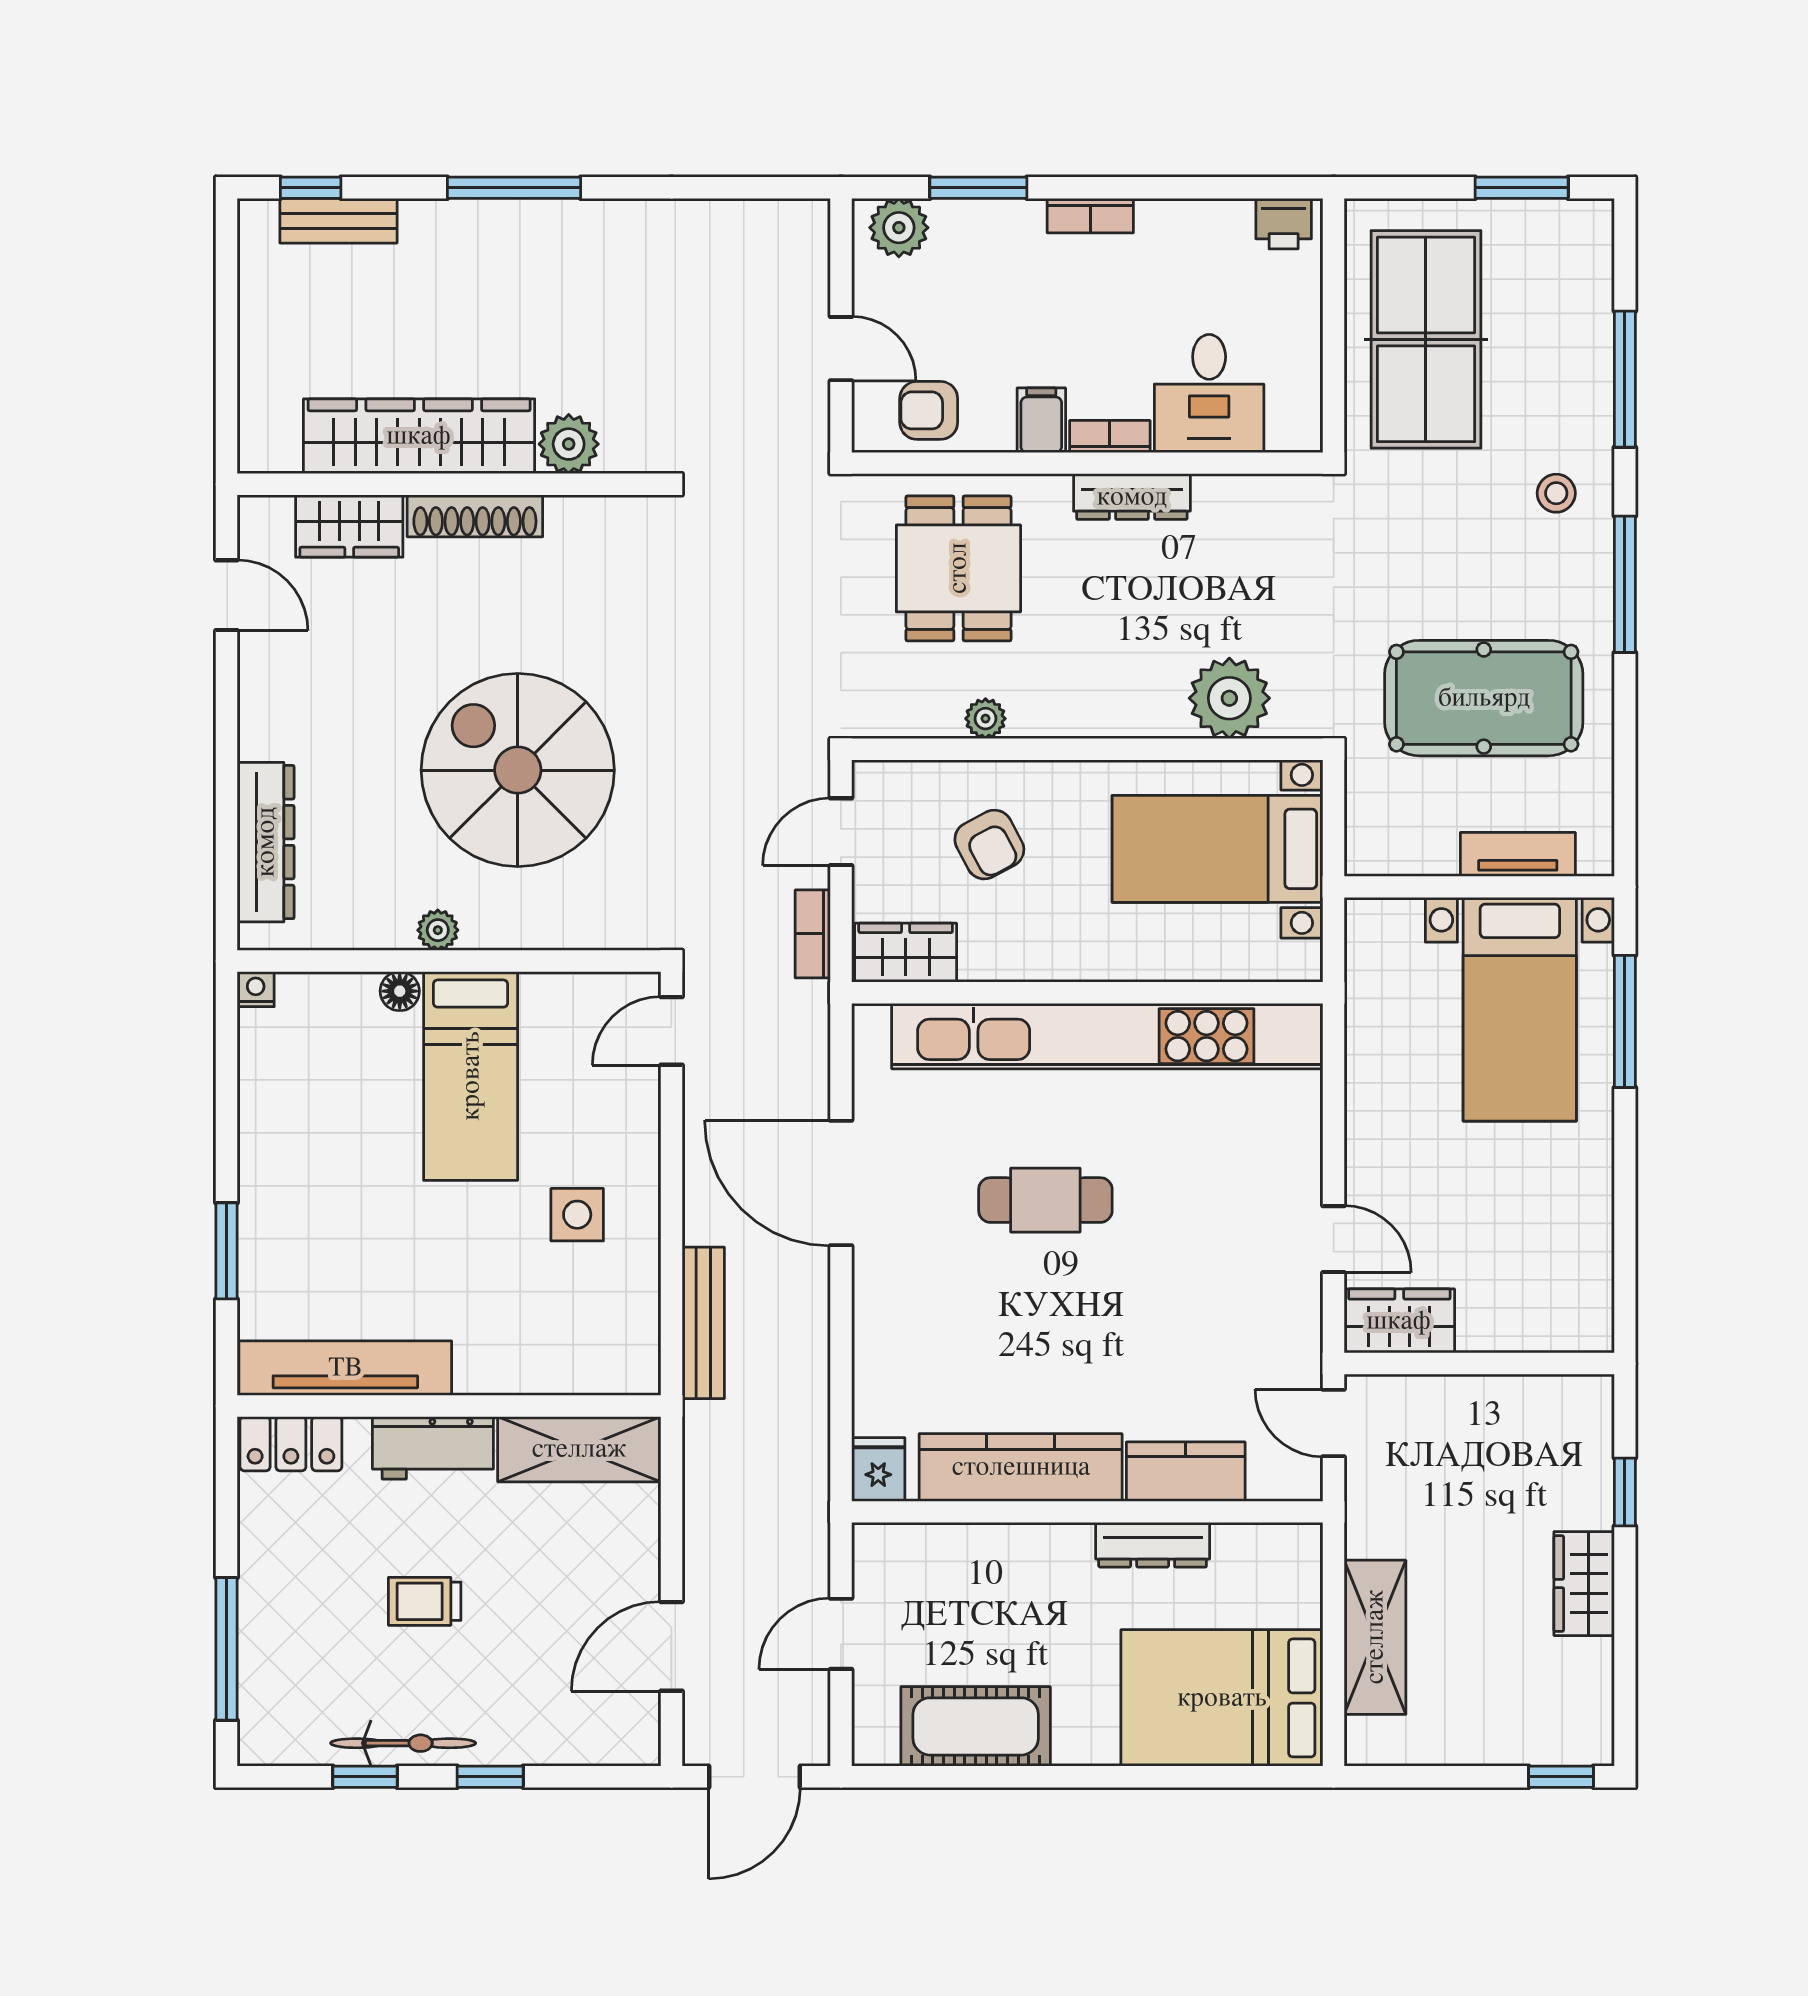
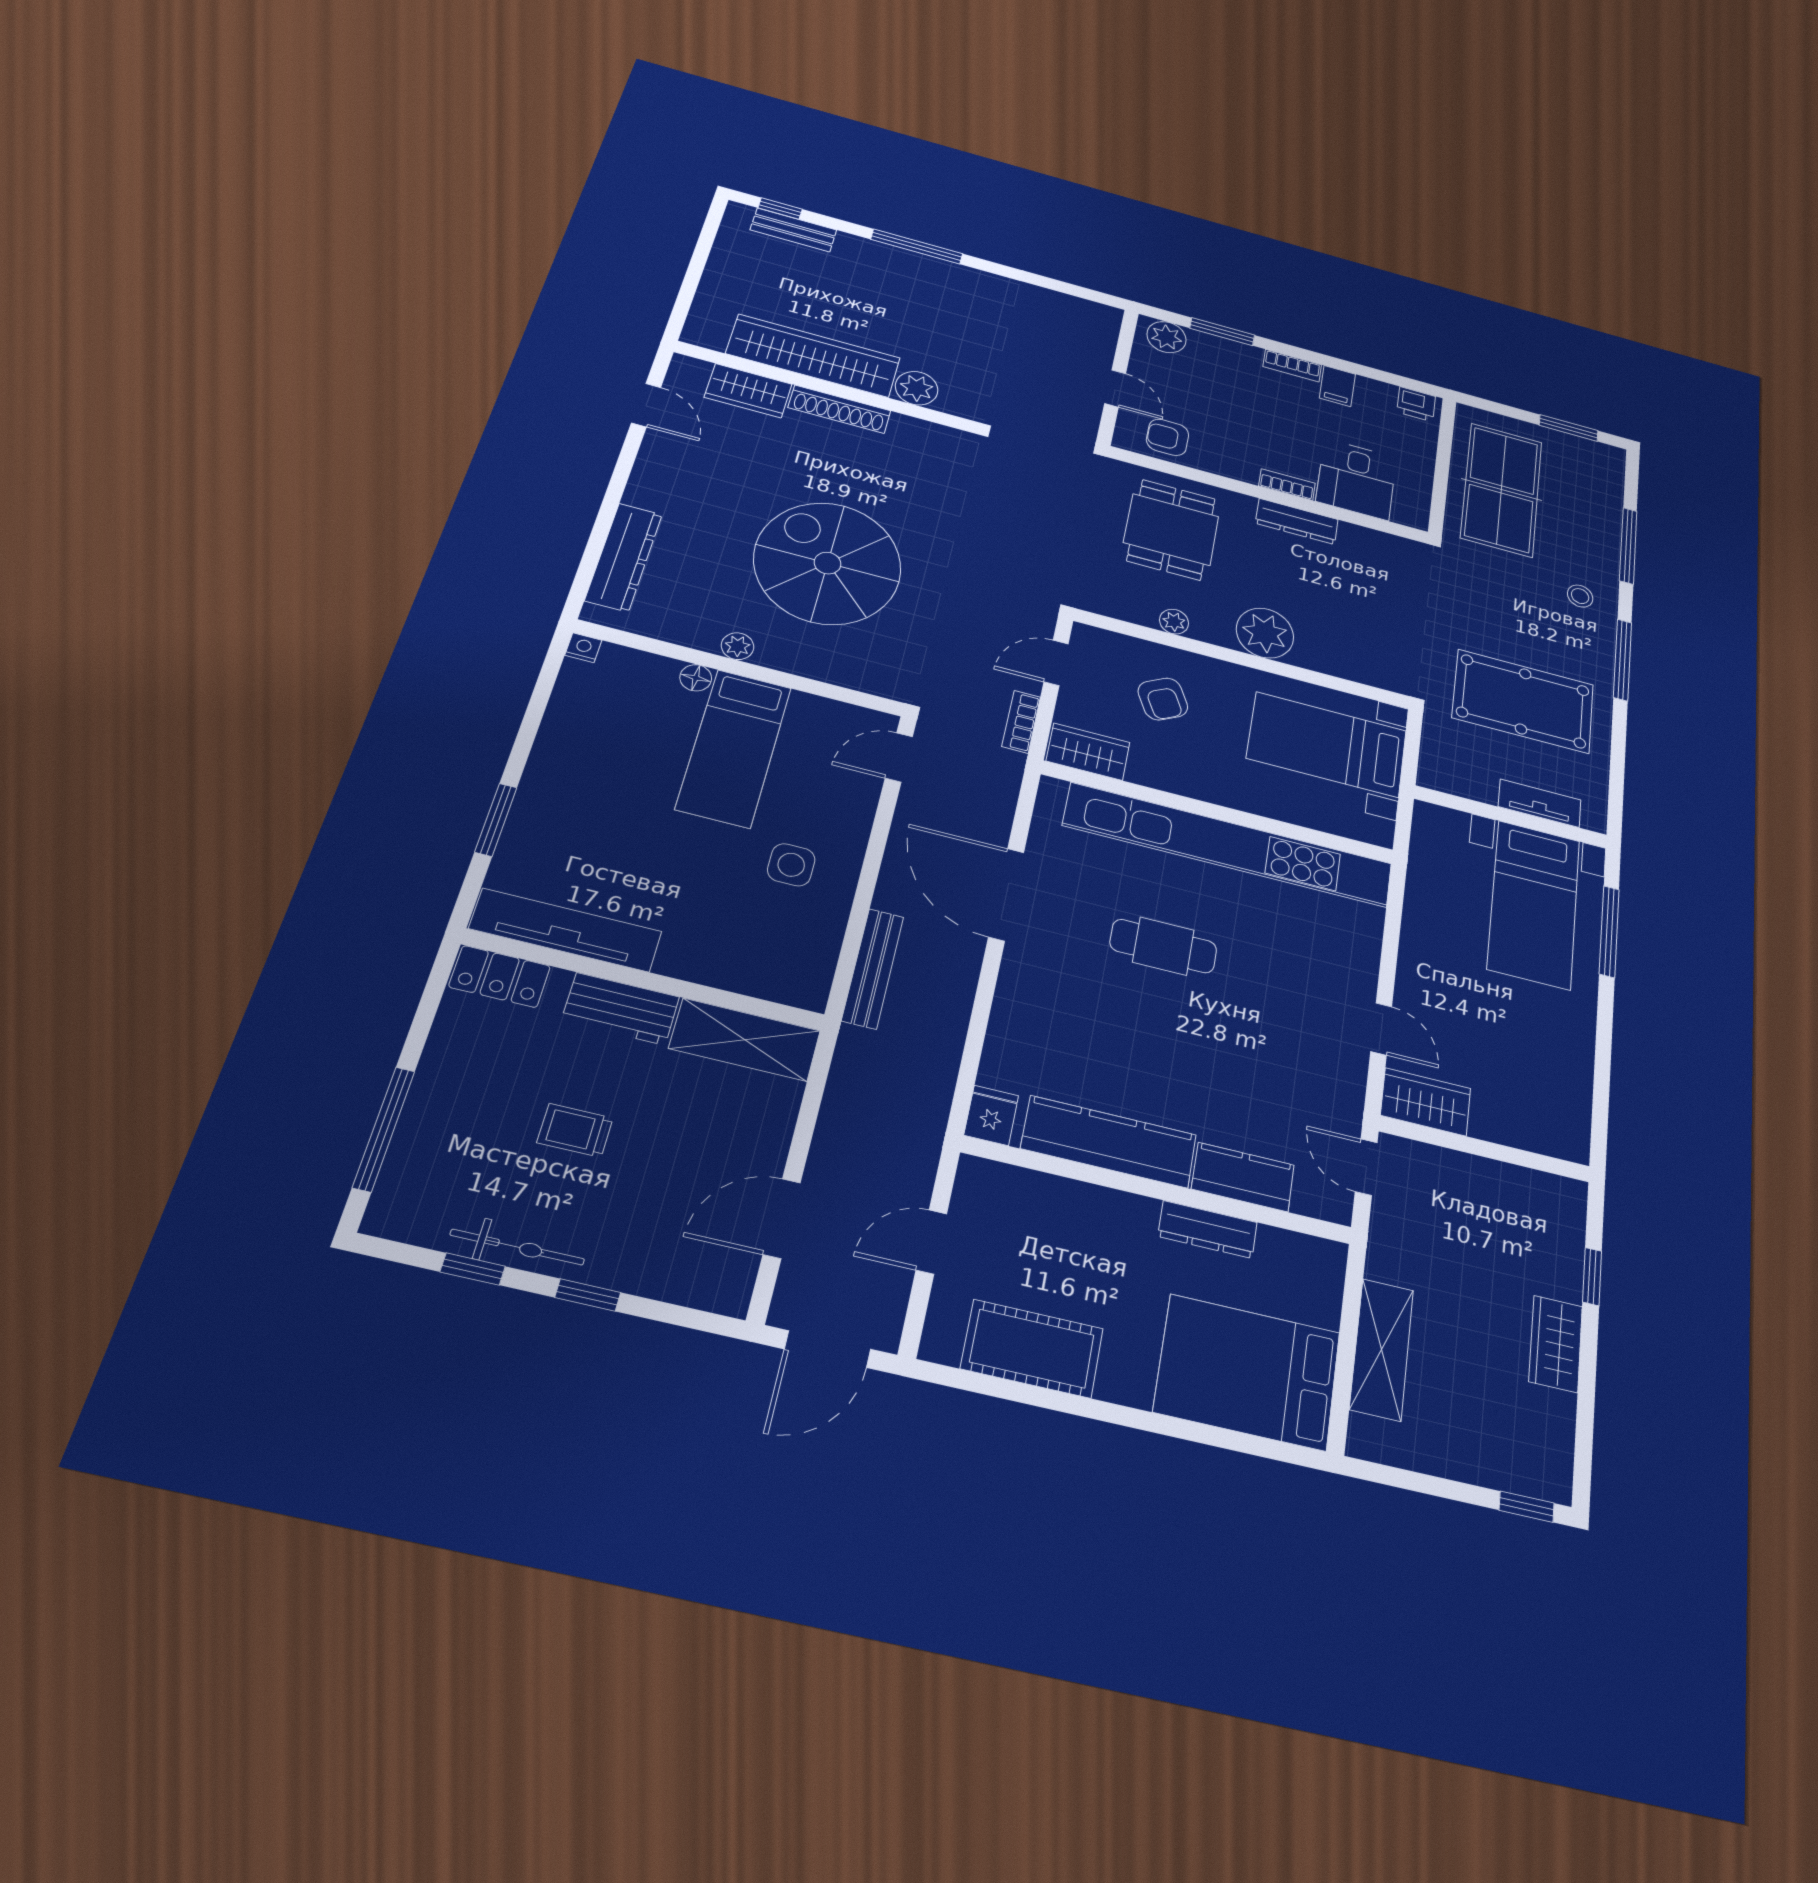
filing cabinet: (1041, 420) -> (1337, 386), moved, turned 180
plant: (1229, 698) -> (1265, 633), moved

